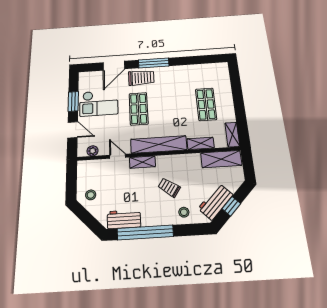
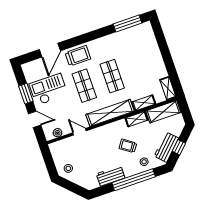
window: (154, 63) -> (127, 24), moved
checkout: (99, 103) -> (48, 89), turned 180
shop shelf: (206, 104) -> (112, 76), moved
shelving: (142, 162) -> (136, 119), moved
workbench: (124, 219) -> (111, 176), moved
window: (145, 232) -> (134, 180), moved

